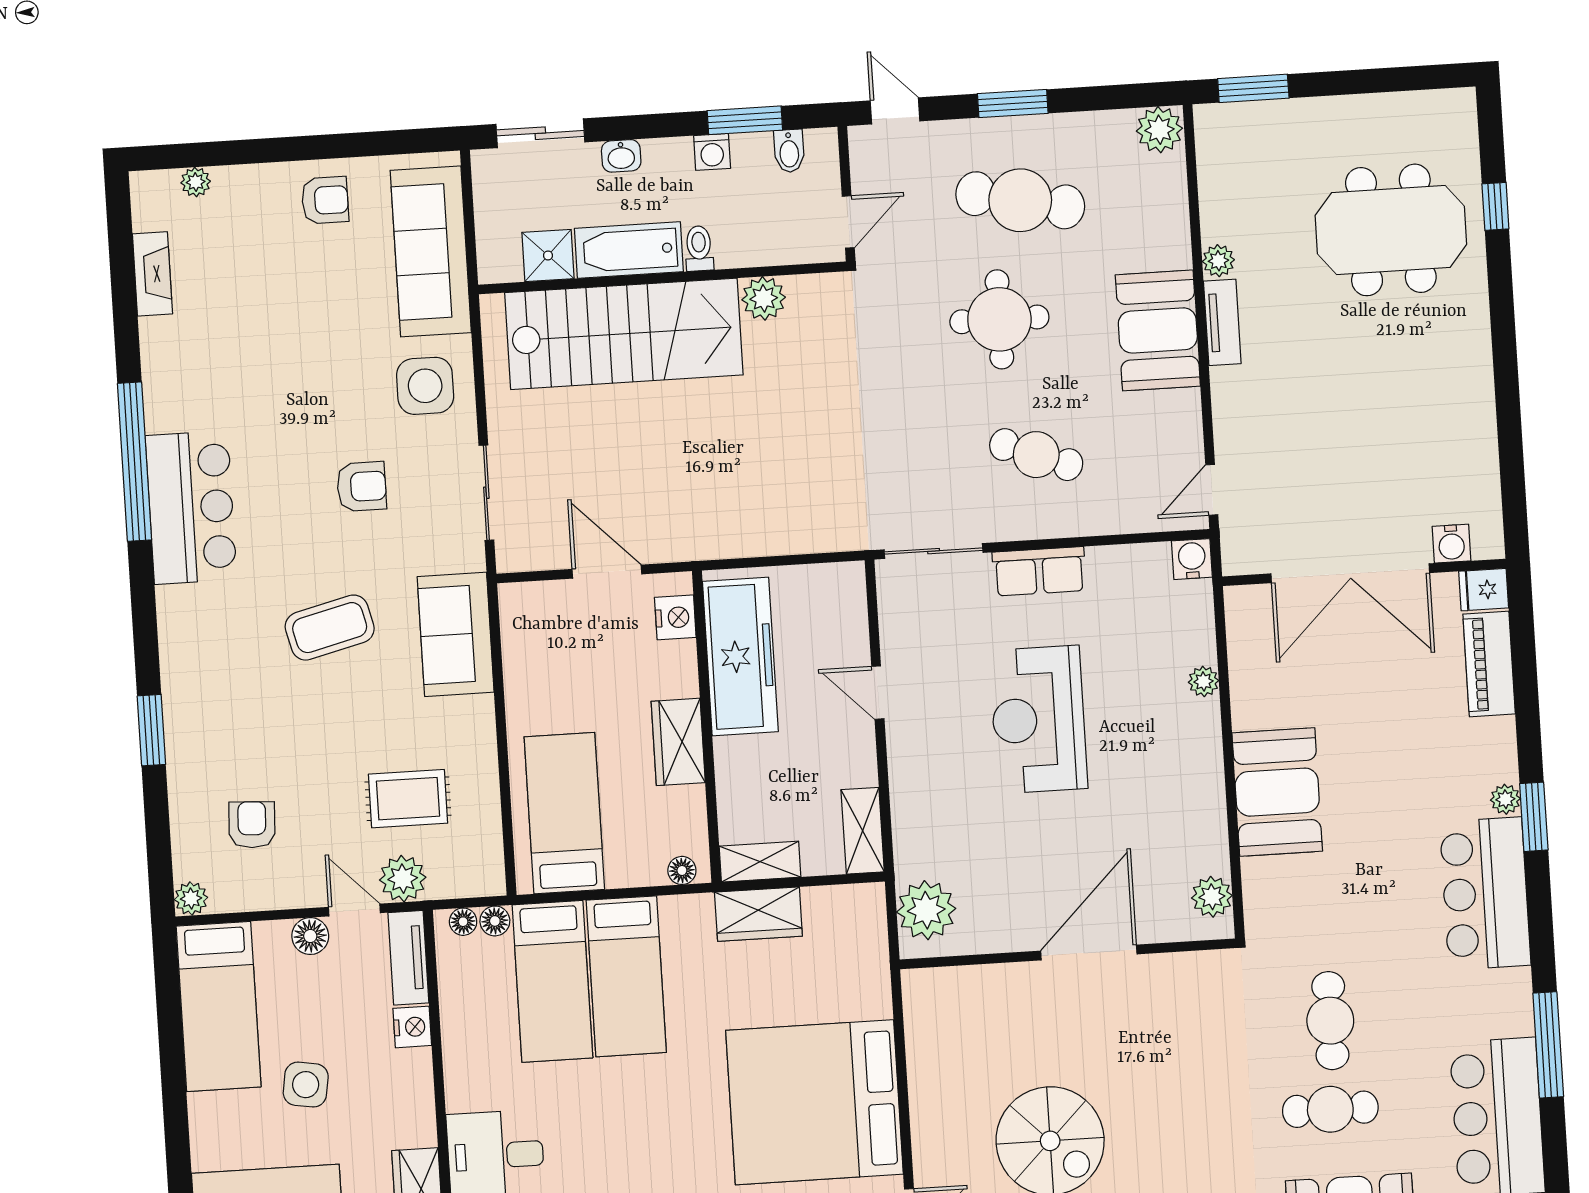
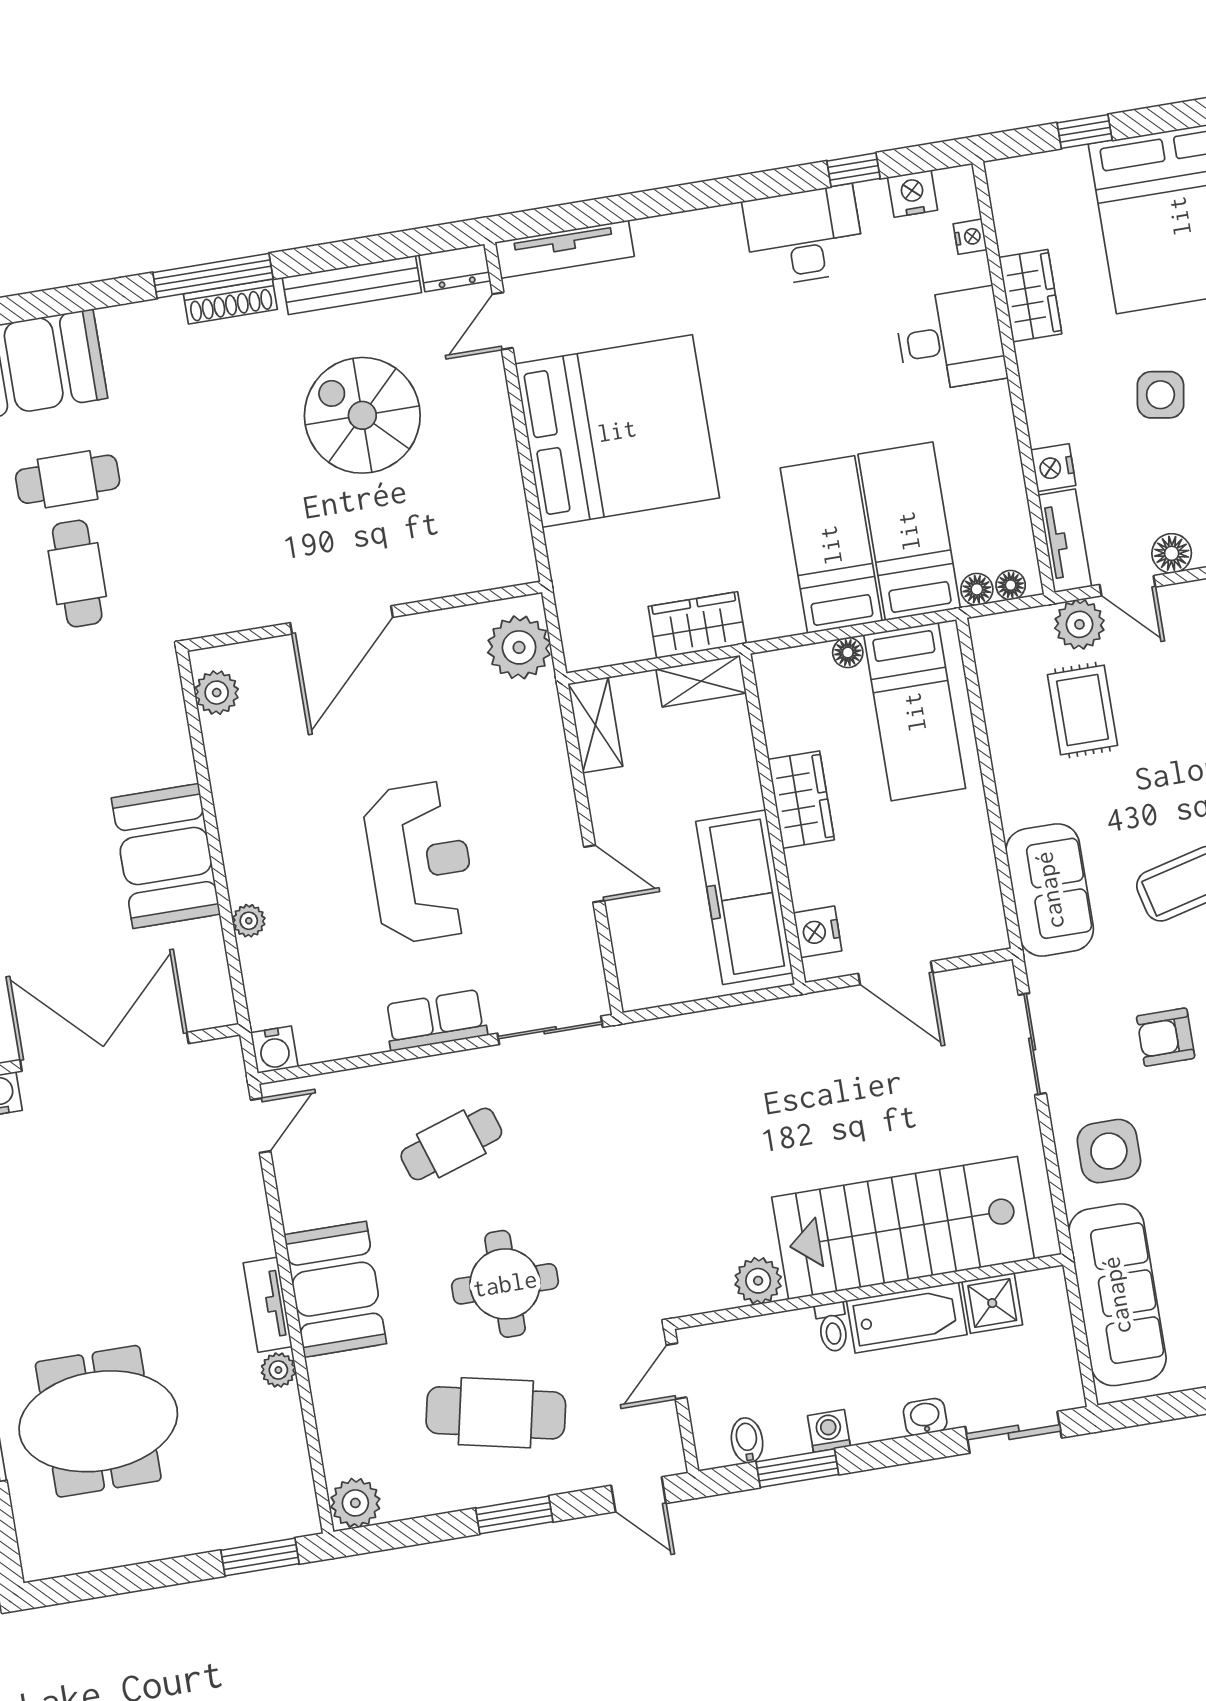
cafe table: (1036, 455) -> (451, 1144), turned -39
booth: (1277, 792) -> (166, 856), moved
rug: (408, 799) -> (1082, 710), turned 90
floor lamp: (682, 870) -> (848, 653), moved

